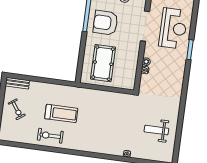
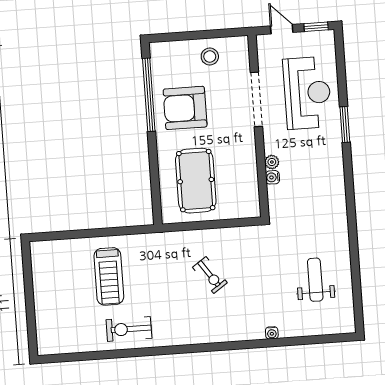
bench: (17, 83) -> (51, 248), removed
exercise bike: (17, 109) -> (210, 275), moved
treadmill: (61, 113) -> (109, 276), moved, turned 90
weight bench: (156, 130) -> (315, 280), turned 90

